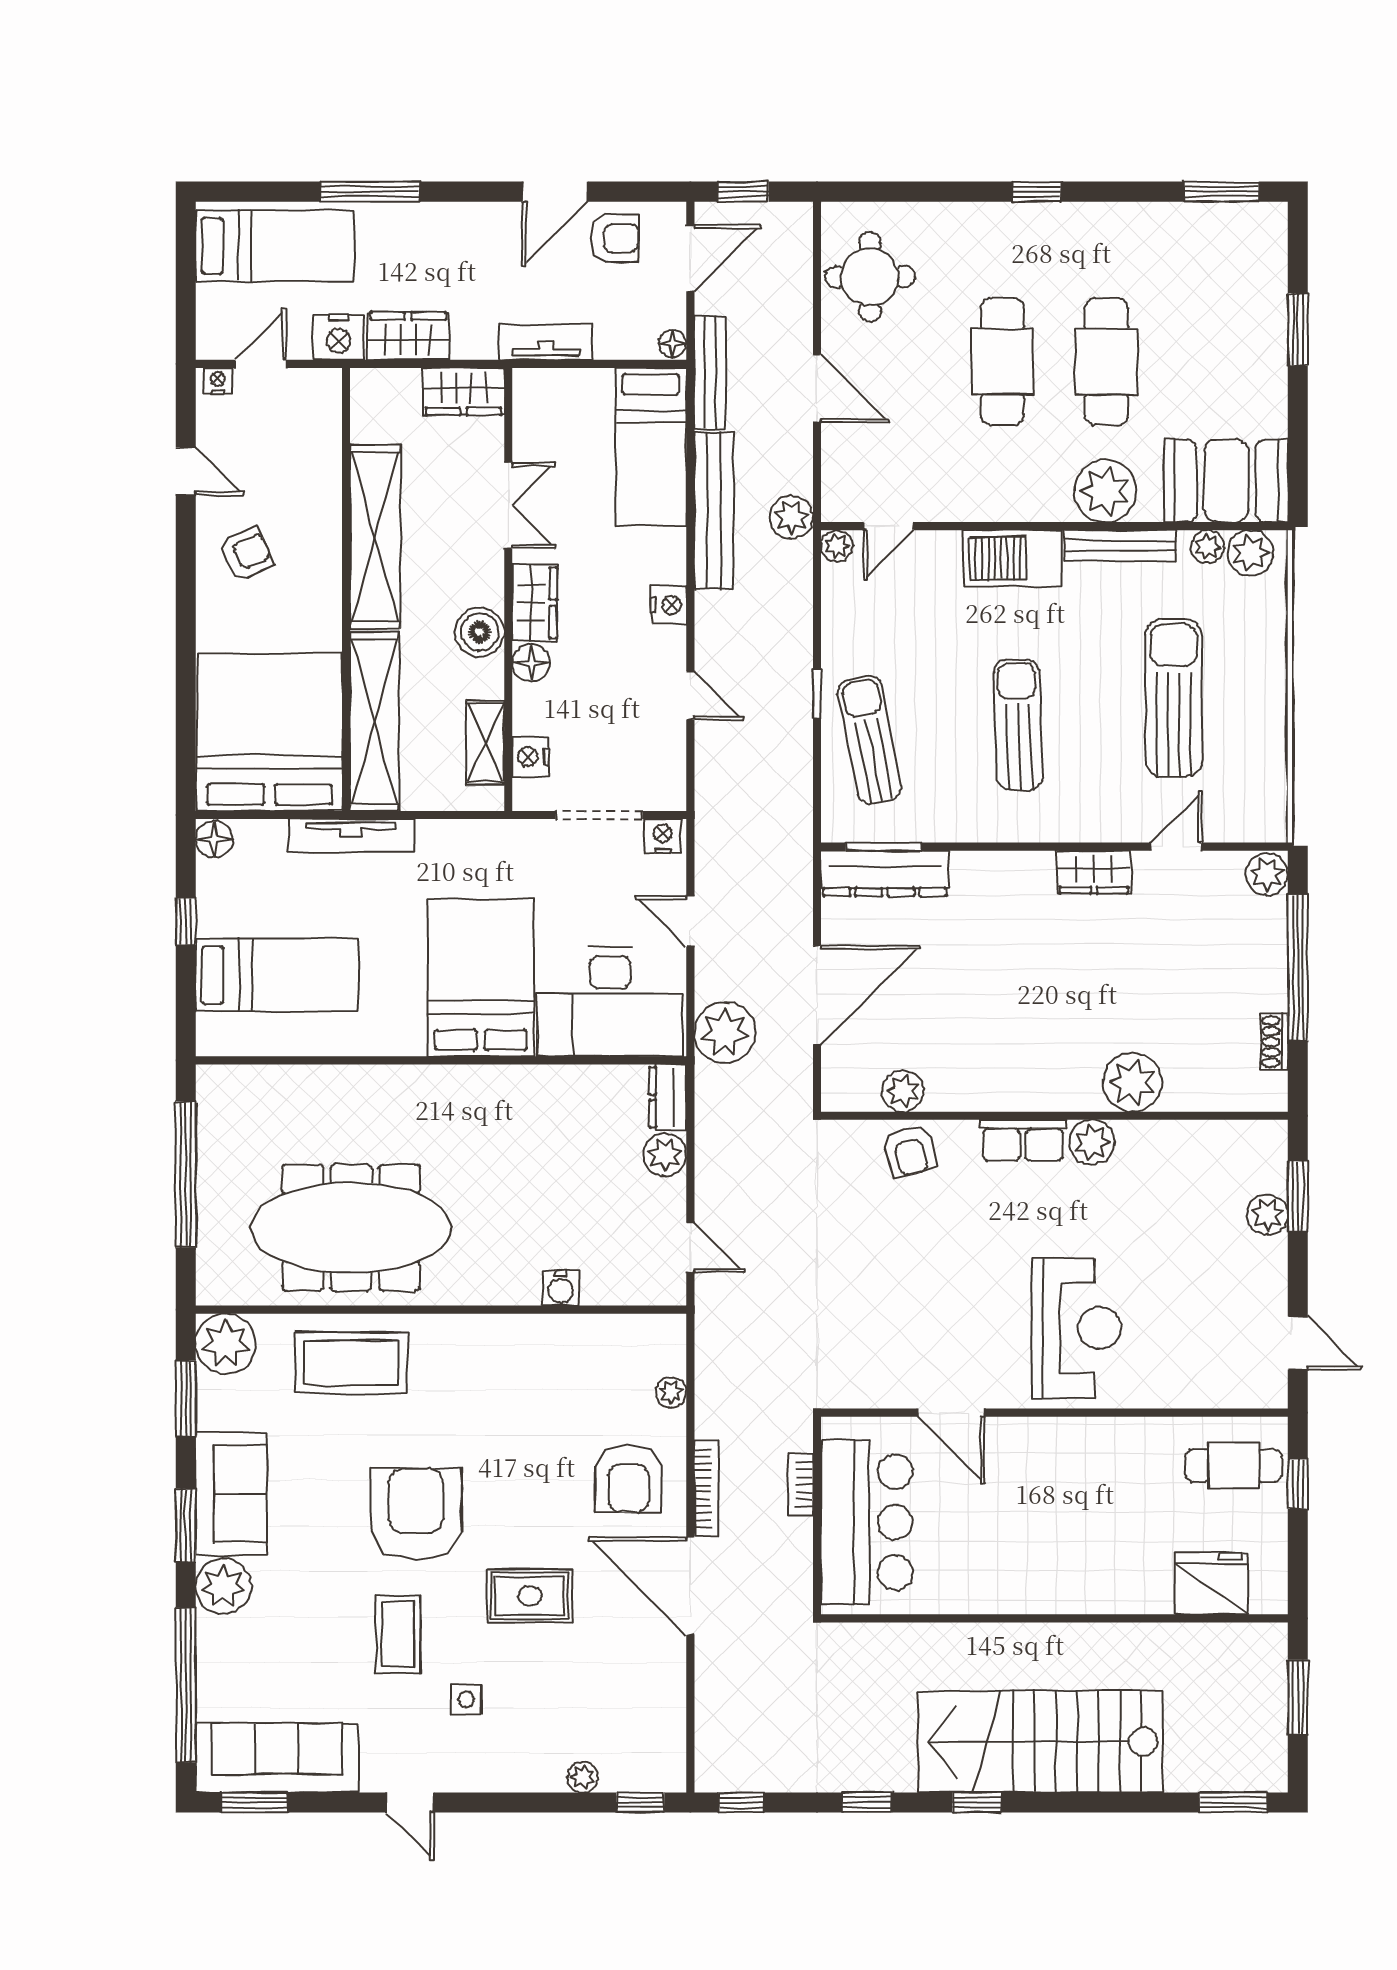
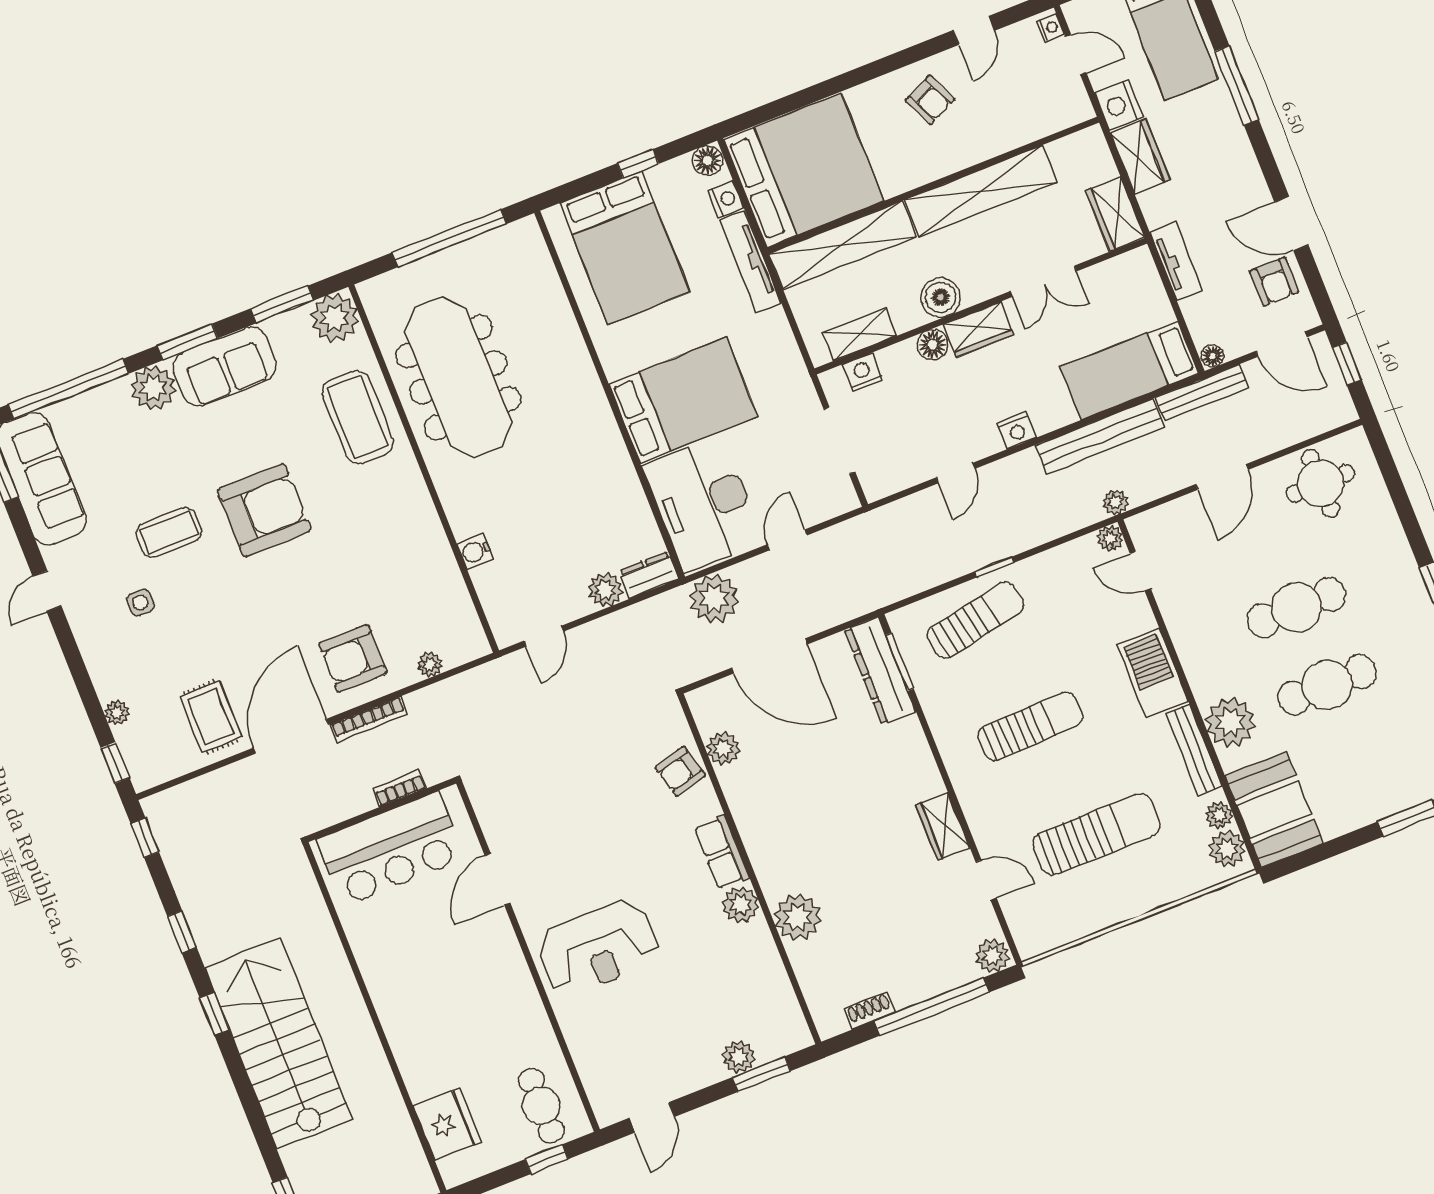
plant: (791, 517) -> (1115, 502), width x0.73, depth x0.73
nightstand: (663, 836) -> (726, 199), moved
bed: (277, 975) -> (625, 248), width x1.50
rug: (530, 1596) -> (211, 717), moved

